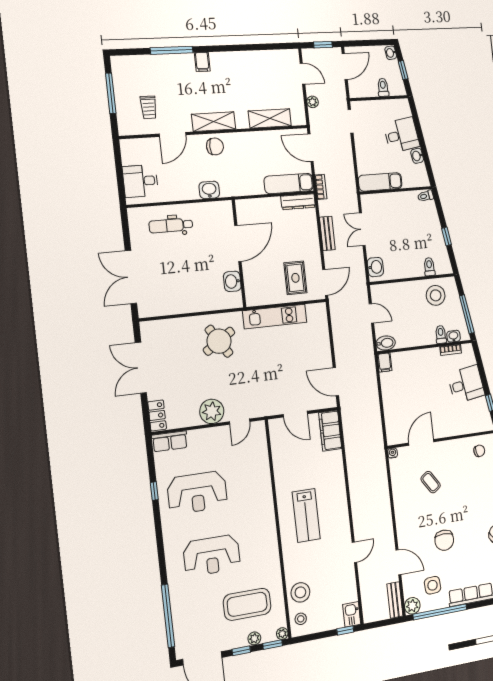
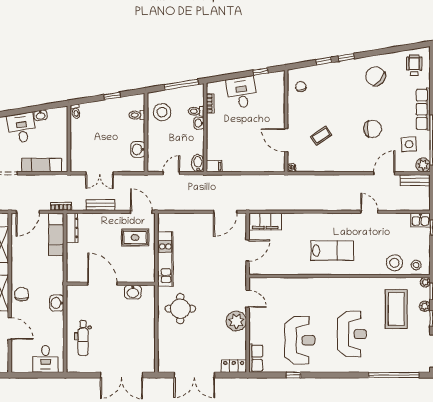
exam couch: (380, 182) -> (41, 165), moved, turned 90
washbasin: (375, 267) -> (138, 149), moved, turned -90
washbasin: (454, 336) -> (199, 123), moved
round table: (219, 341) -> (180, 309), turned 33

